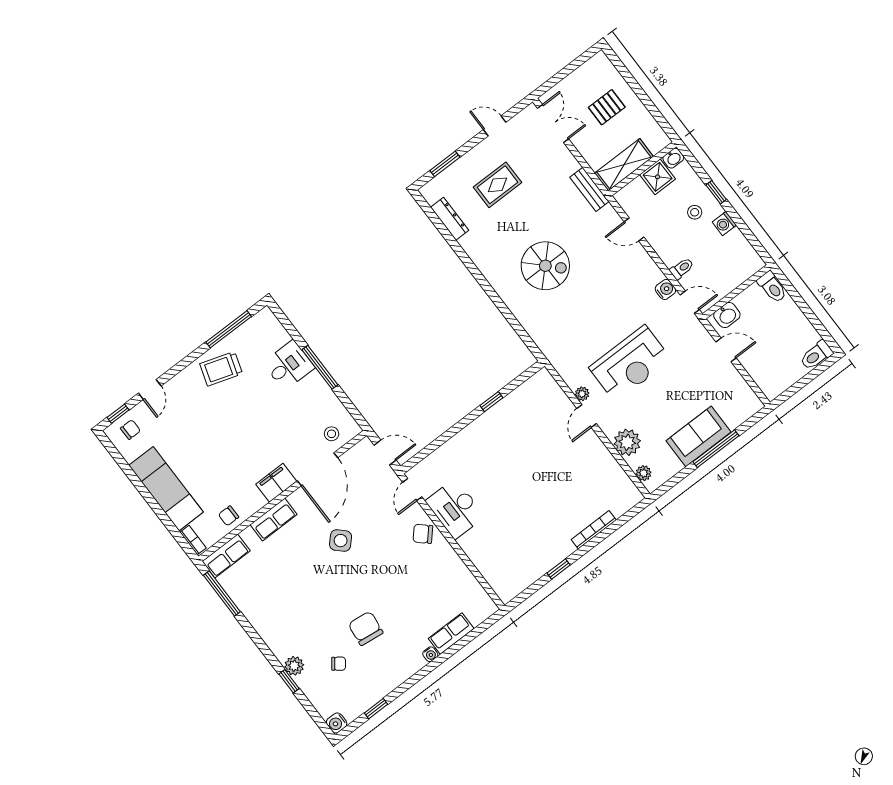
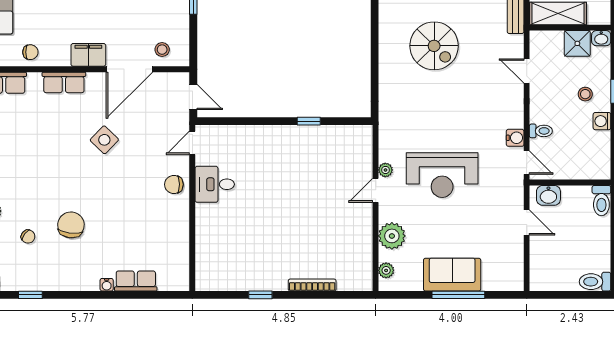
desk: (455, 509) -> (215, 184), width x0.73
chair: (229, 516) -> (30, 52), turned 180
chair: (423, 534) -> (174, 184), turned -42

